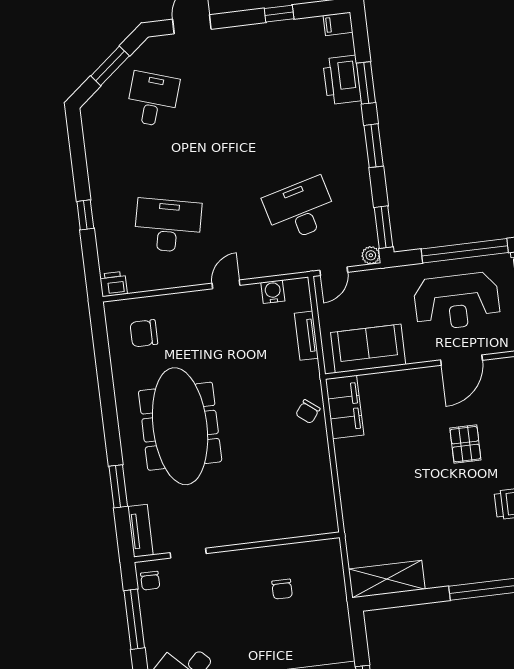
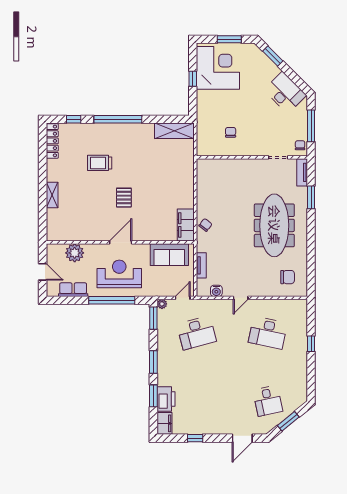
filing cabinet: (338, 24) -> (164, 423), width x2.00
desk: (153, 99) -> (268, 401), turned -30
printer: (113, 284) -> (301, 305), removed

